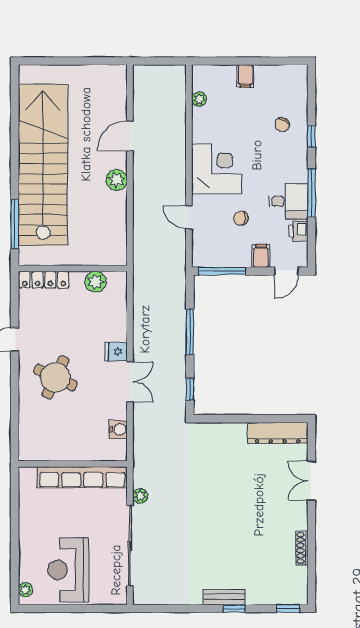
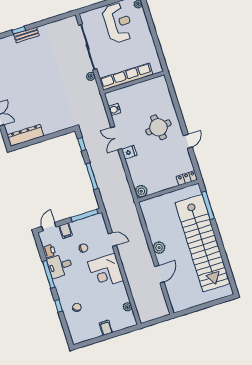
locker: (44, 280) -> (187, 178), width x0.66
plant: (96, 282) -> (141, 191), moved
round table: (55, 377) -> (158, 127), turned -32

